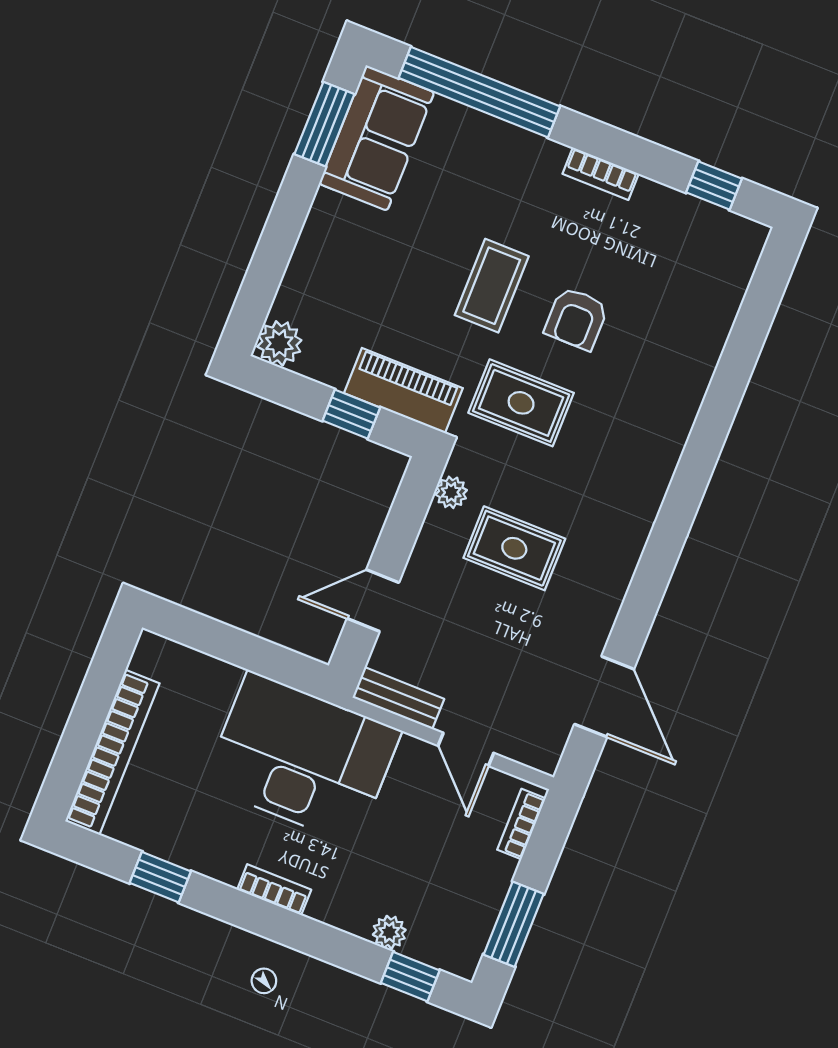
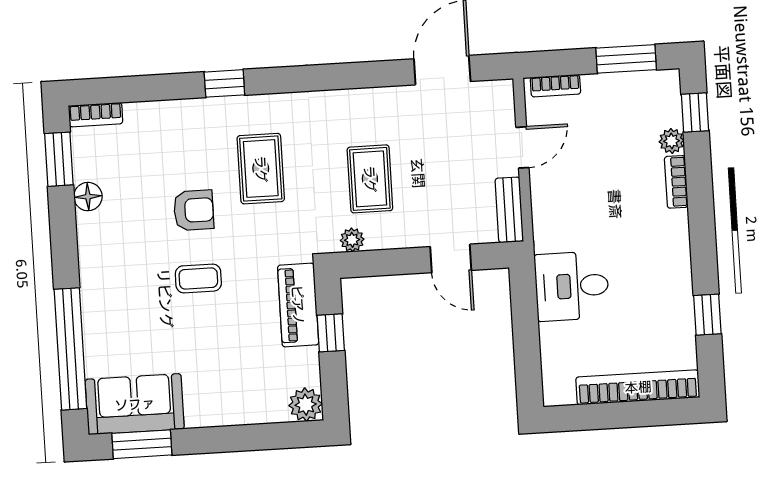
bookcase: (601, 174) -> (96, 115), moved, turned 90
window: (714, 186) -> (59, 159), width x1.50
floor lamp: (653, 199) -> (88, 197), added
coffee table: (492, 286) -> (198, 278), width x0.73, depth x0.77
rug: (521, 403) -> (261, 169), moved
window: (711, 427) -> (224, 83), added
desk: (302, 758) -> (572, 286), width x0.53, depth x0.77
bookcase: (274, 890) -> (676, 182), moved

